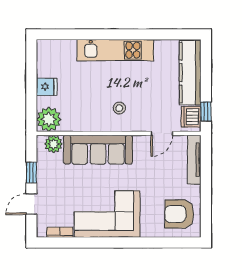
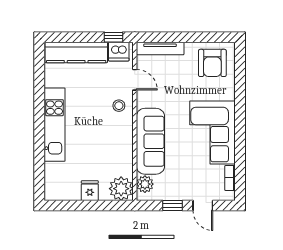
stool: (119, 108) -> (119, 106), moved

